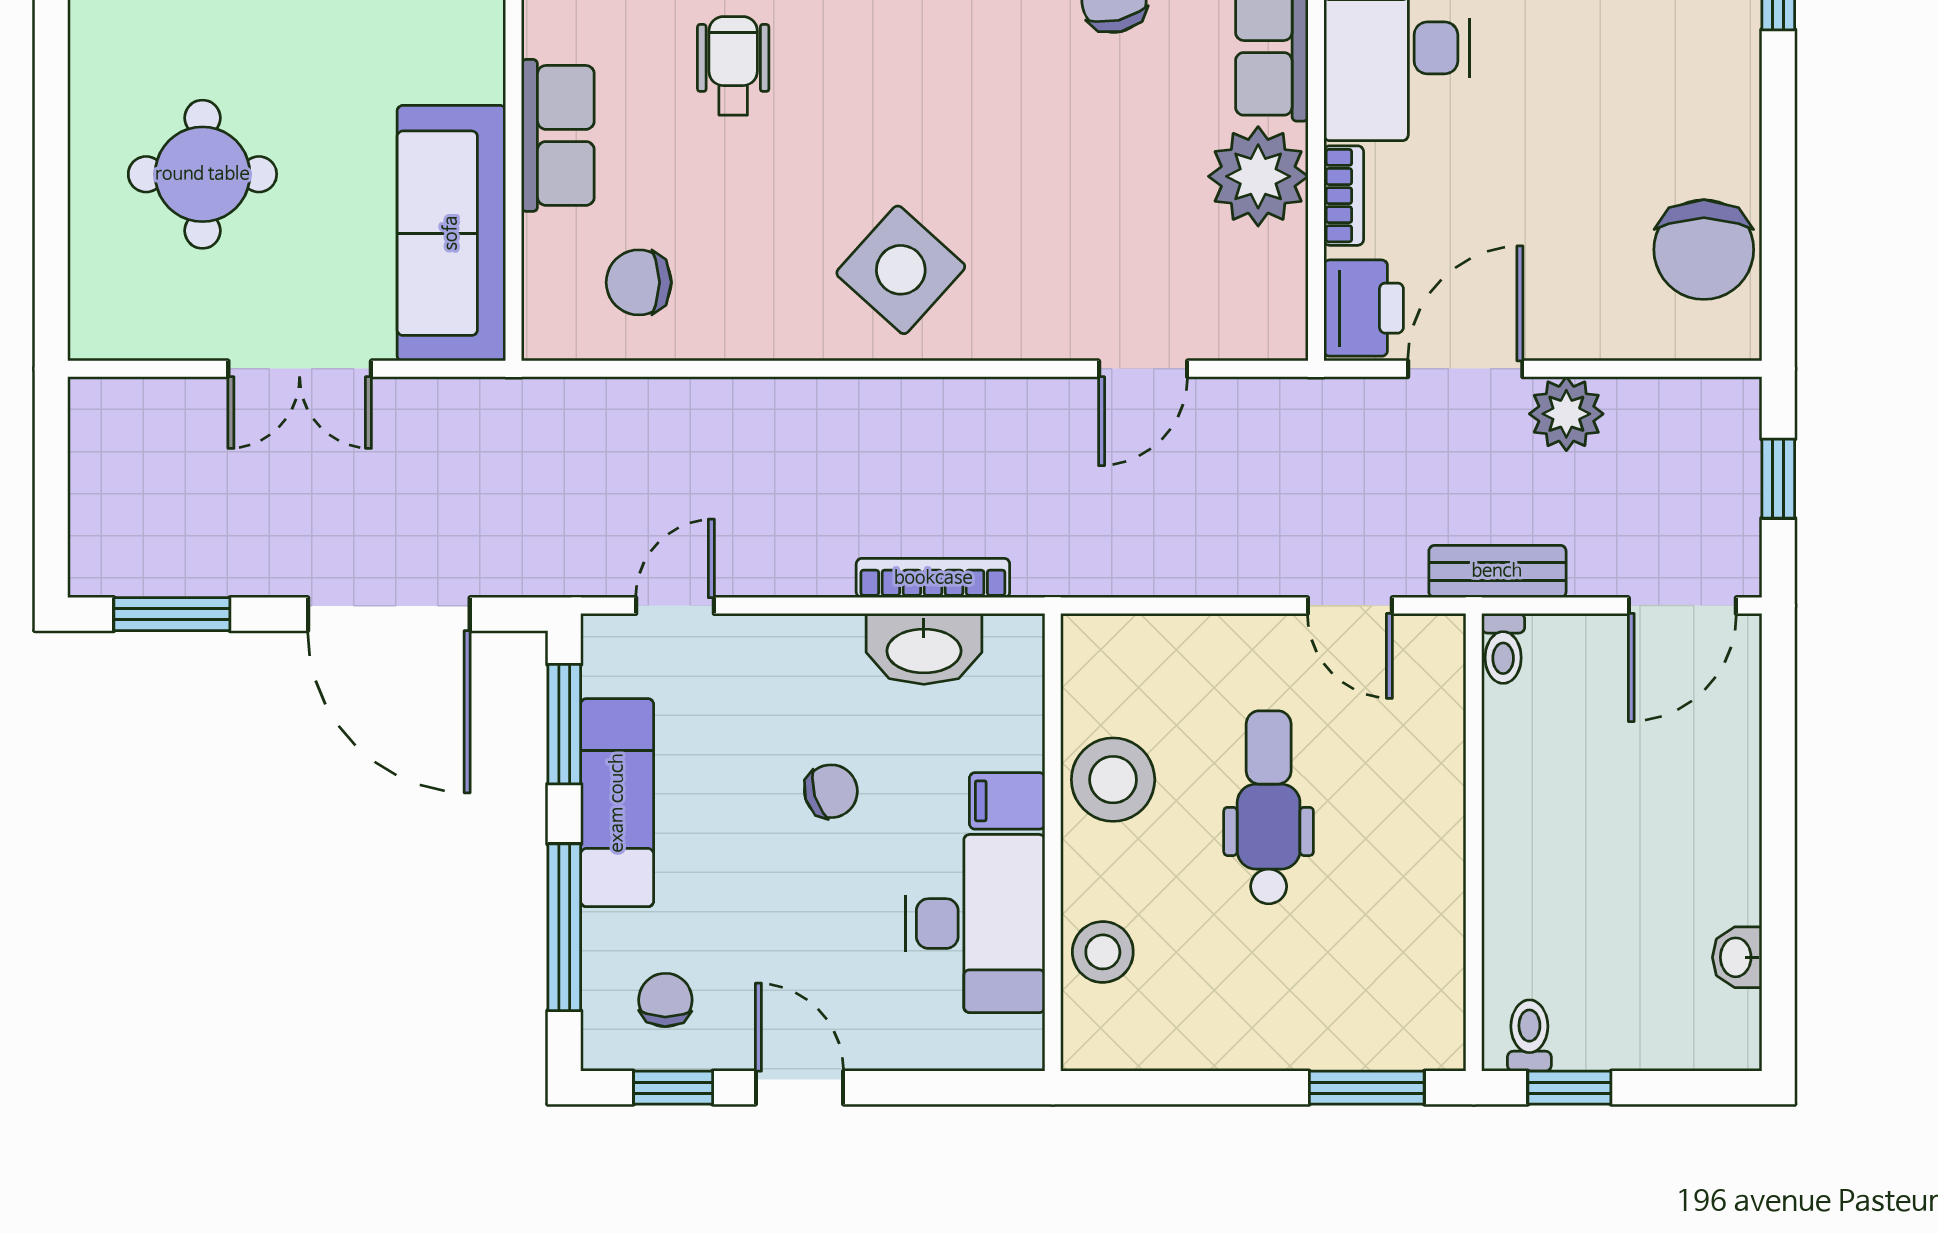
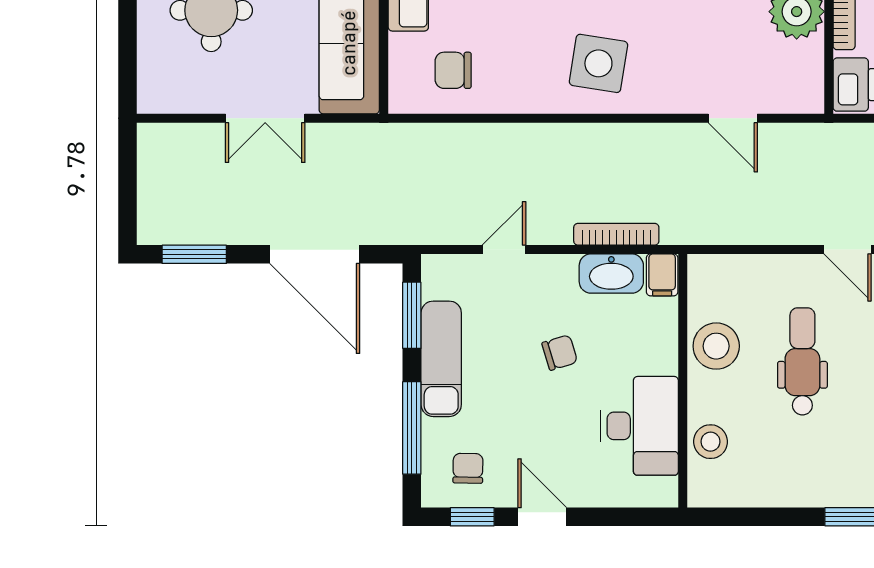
side table: (901, 270) -> (598, 63), turned -33
door: (1143, 369) -> (733, 118), hinge flipped
door: (675, 606) -> (504, 250), moved
filing cabinet: (1007, 801) -> (662, 275), moved, turned -90

